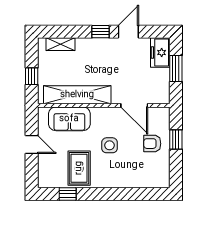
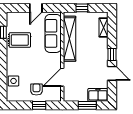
sofa: (69, 119) -> (53, 33), width x1.36
side table: (110, 145) -> (13, 81), moved

